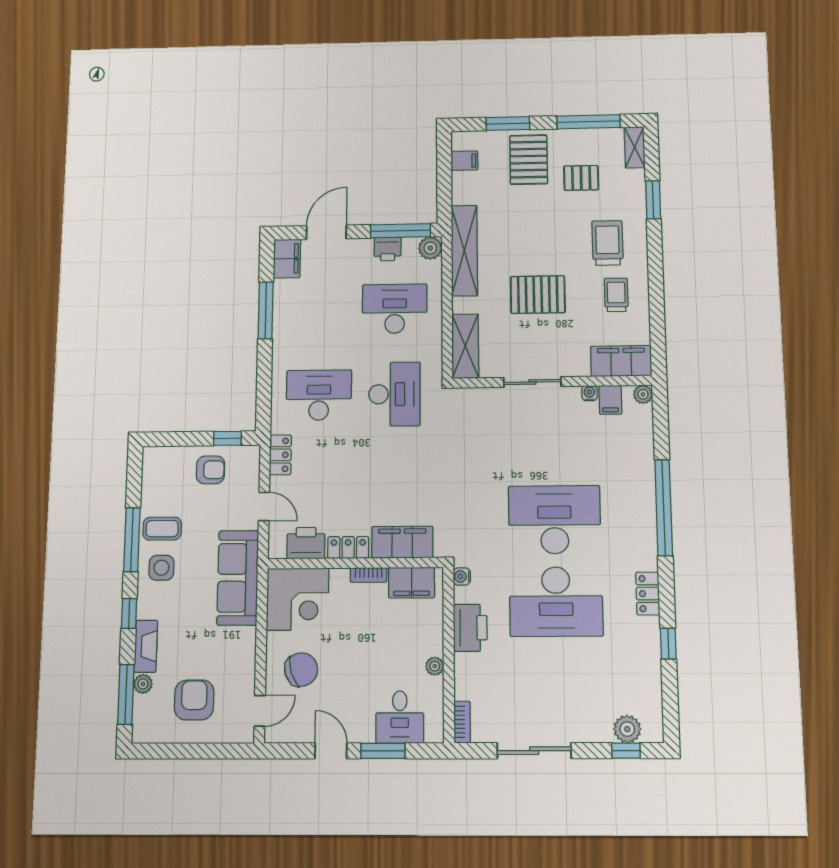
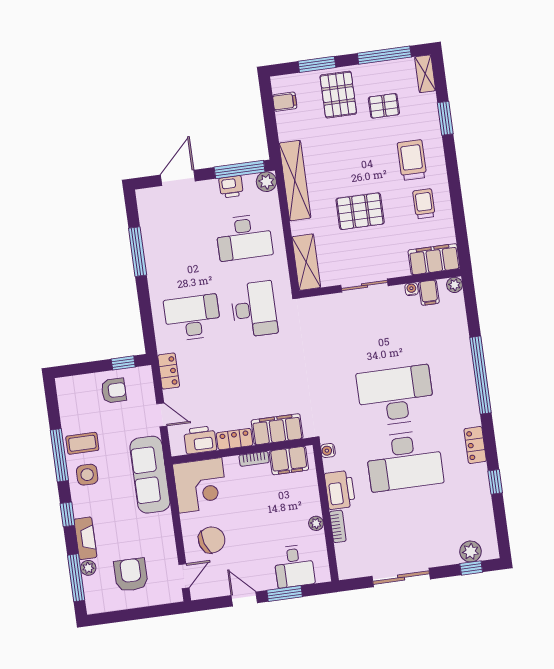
filing cabinet: (287, 259) -> (148, 205), removed
desk: (395, 309) -> (244, 237), turned 180
bookcase: (462, 722) -> (338, 526), moved

